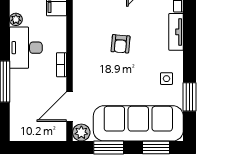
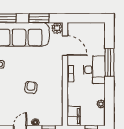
desk: (26, 48) -> (94, 70), moved
door: (70, 107) -> (65, 46), hinge flipped

